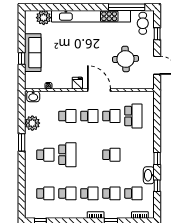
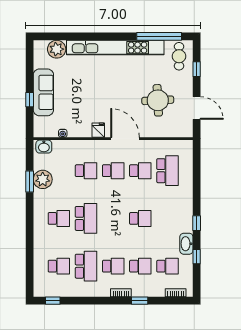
window: (22, 142) -> (30, 182), moved
school desk: (67, 193) -> (86, 266), width x1.85

